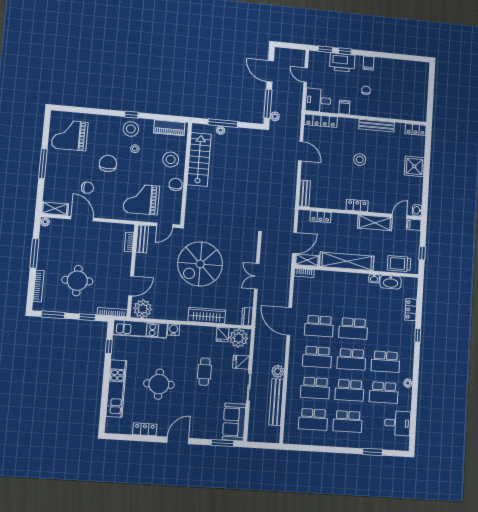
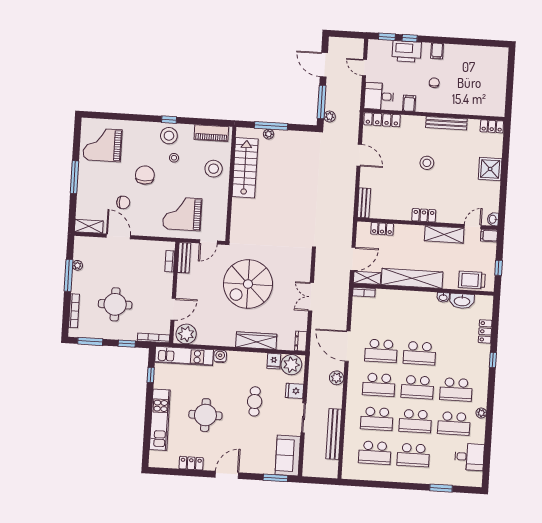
chair: (176, 184) -> (219, 196), removed
plant: (45, 222) -> (77, 265), moved
plant: (278, 371) -> (337, 378), moved

